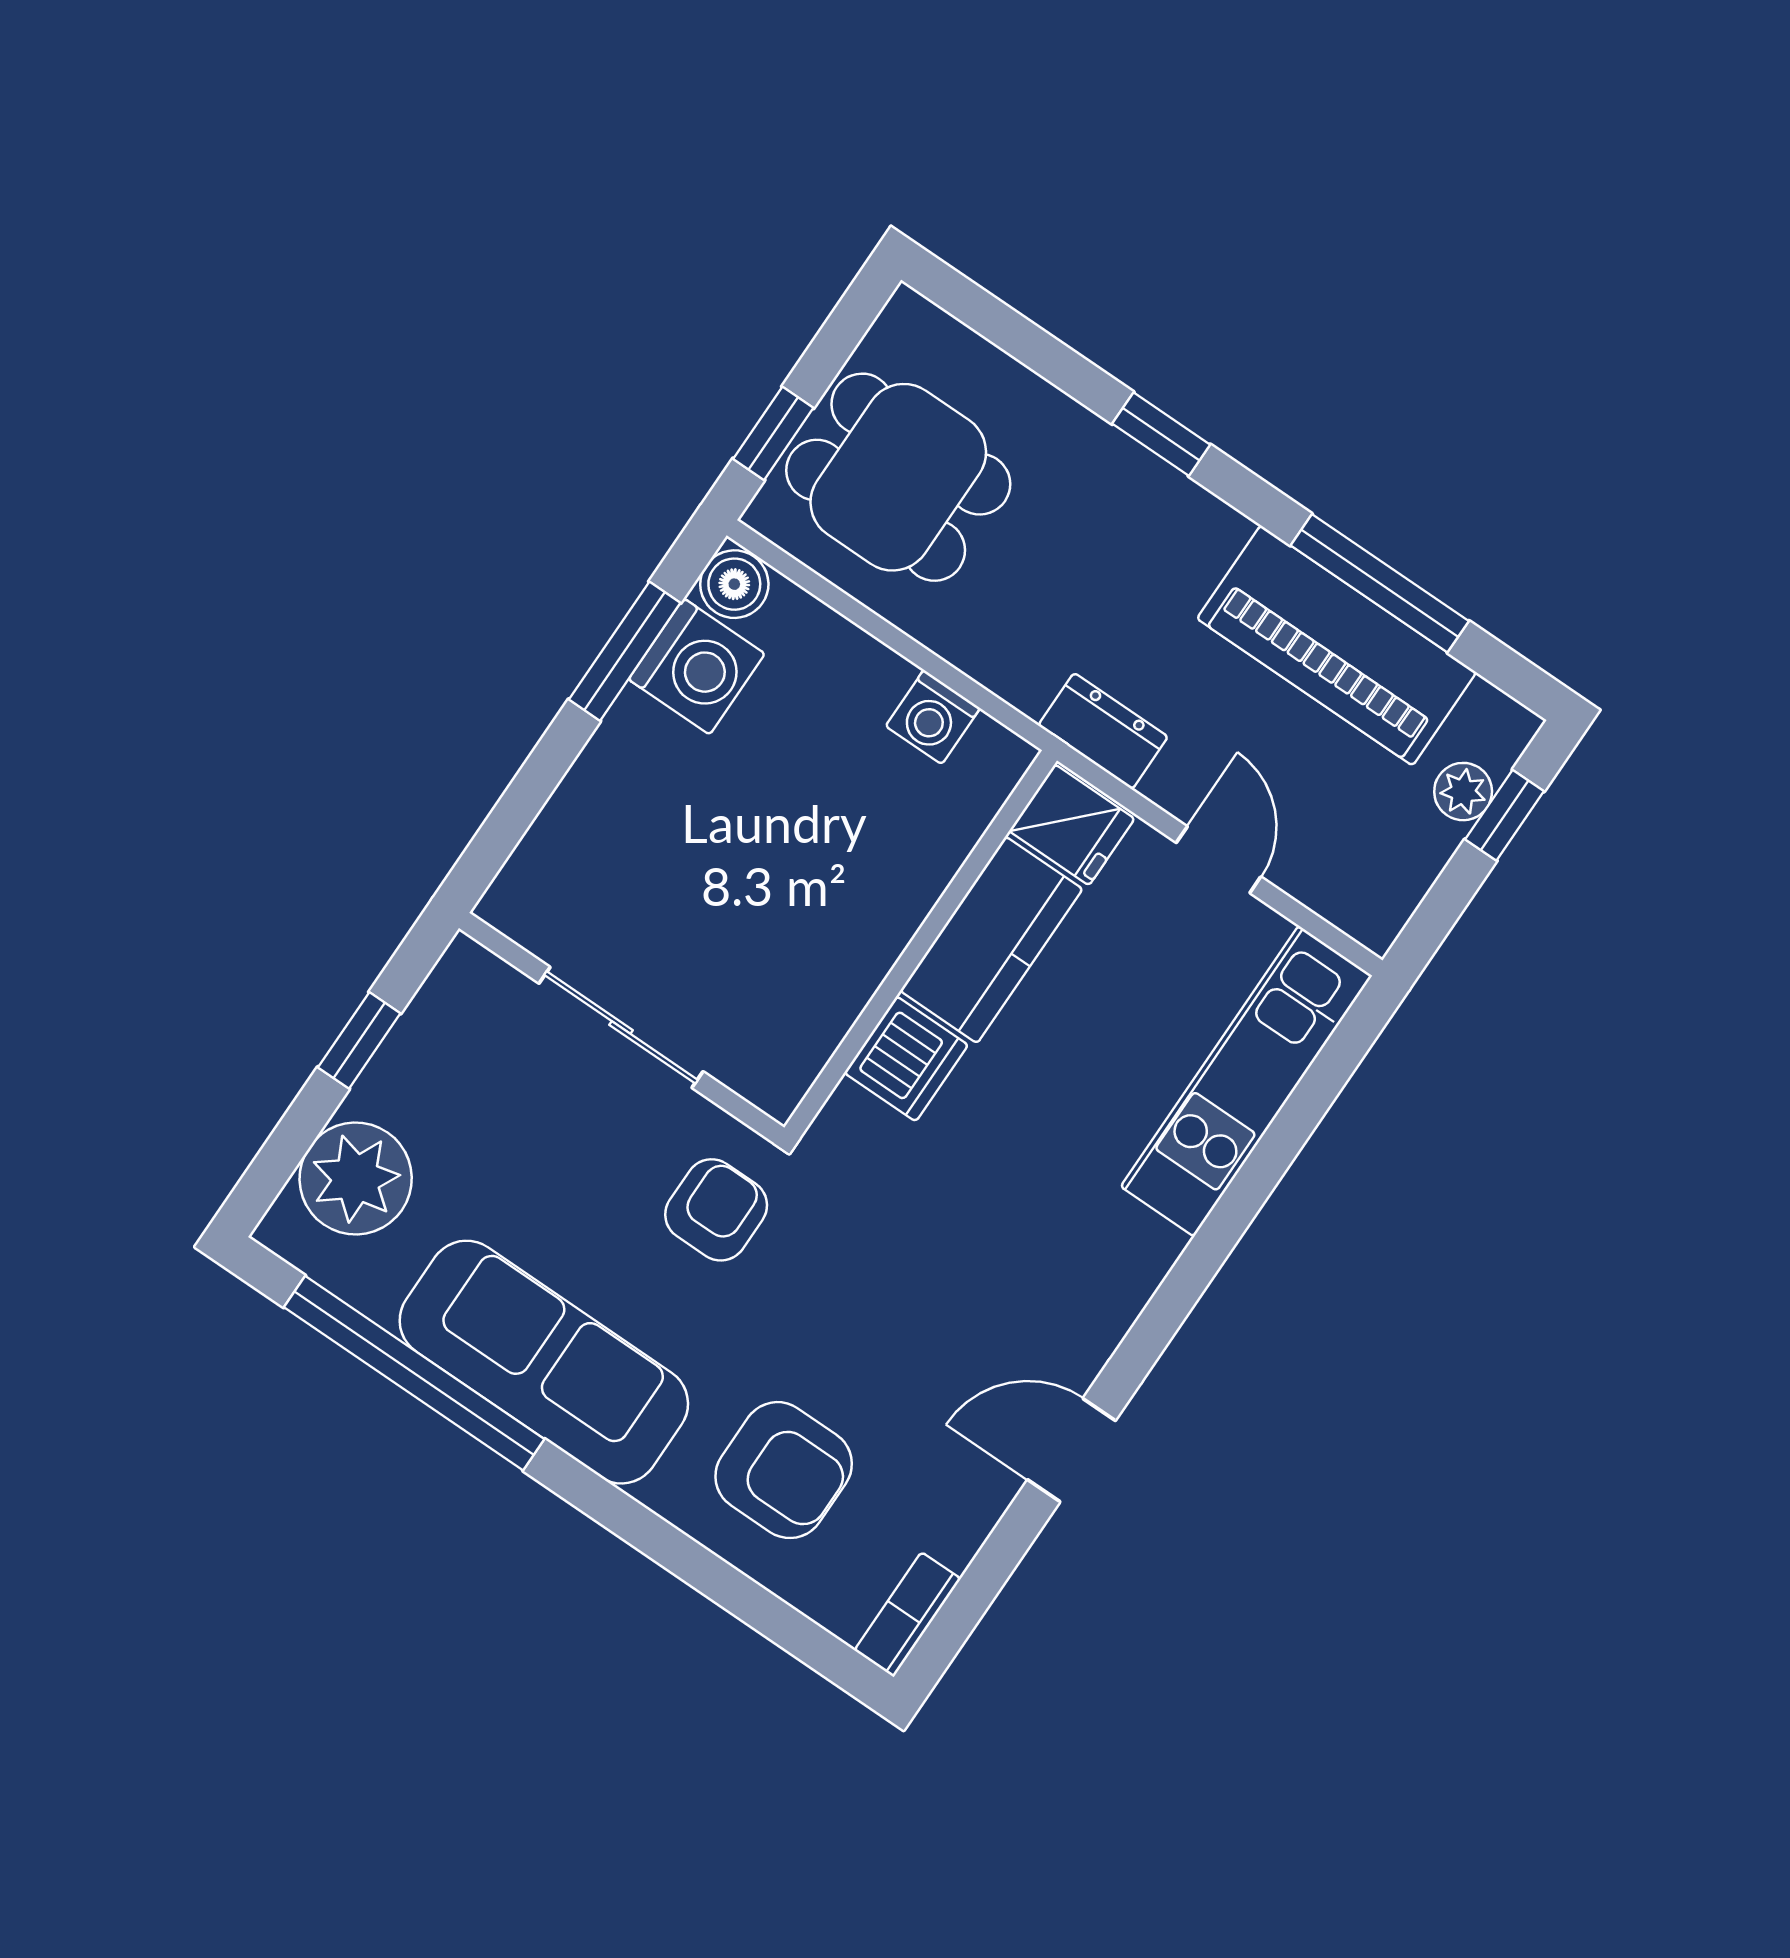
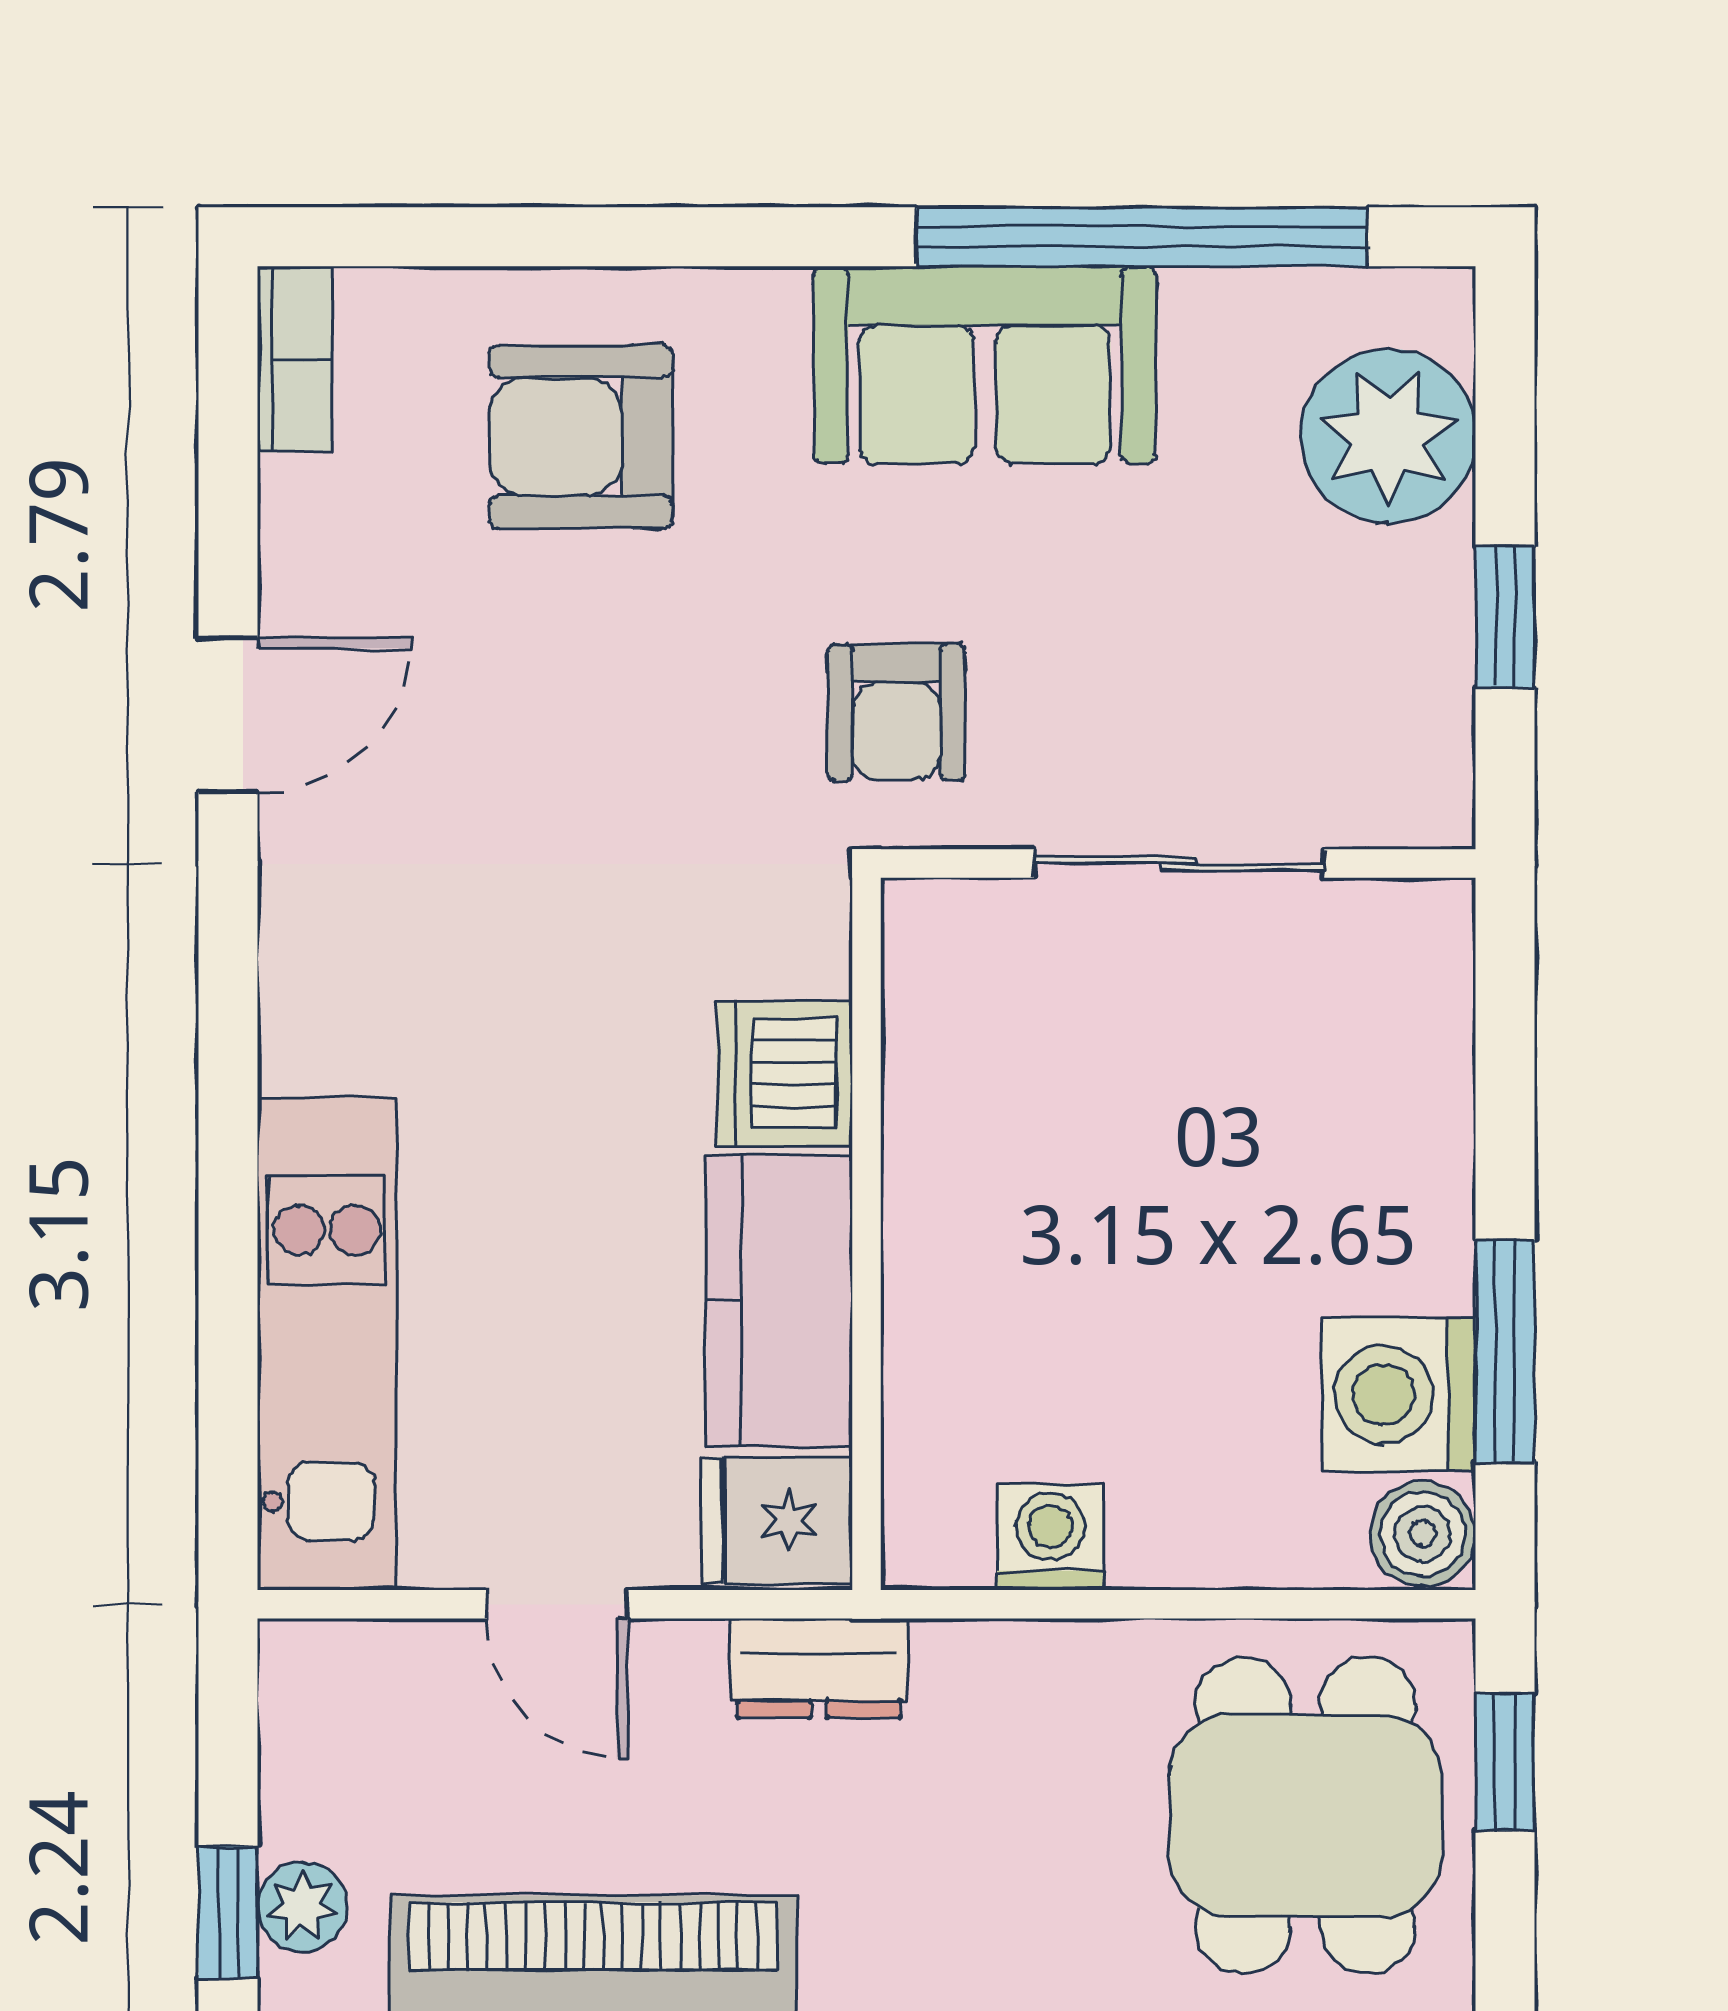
dining table: (898, 477) -> (1306, 1815), turned 90
sofa: (544, 1362) -> (985, 365), width x0.73

